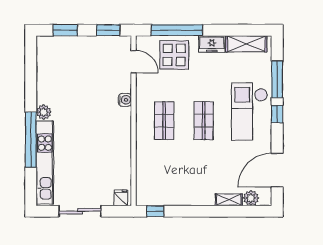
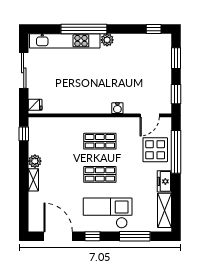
window: (31, 57) -> (154, 29), added
window: (277, 114) -> (92, 236), moved
plant: (251, 198) -> (35, 161), moved
shelving: (229, 200) -> (33, 180), moved

